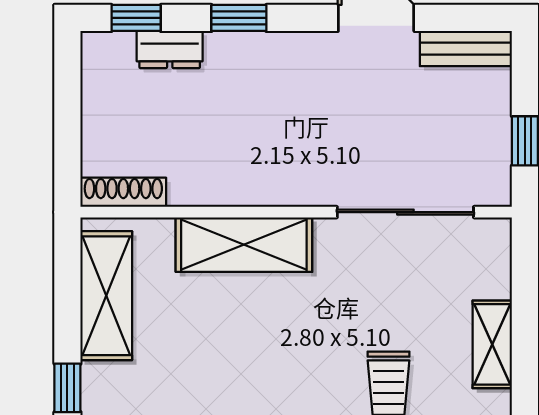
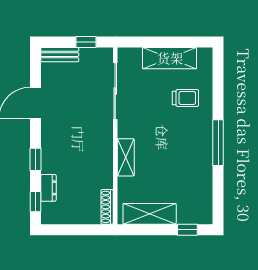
bench: (466, 49) -> (60, 55), moved, turned 90
shelving: (244, 245) -> (126, 157), width x0.67, depth x0.75
shelving: (492, 344) -> (170, 58), width x1.50, depth x1.33

